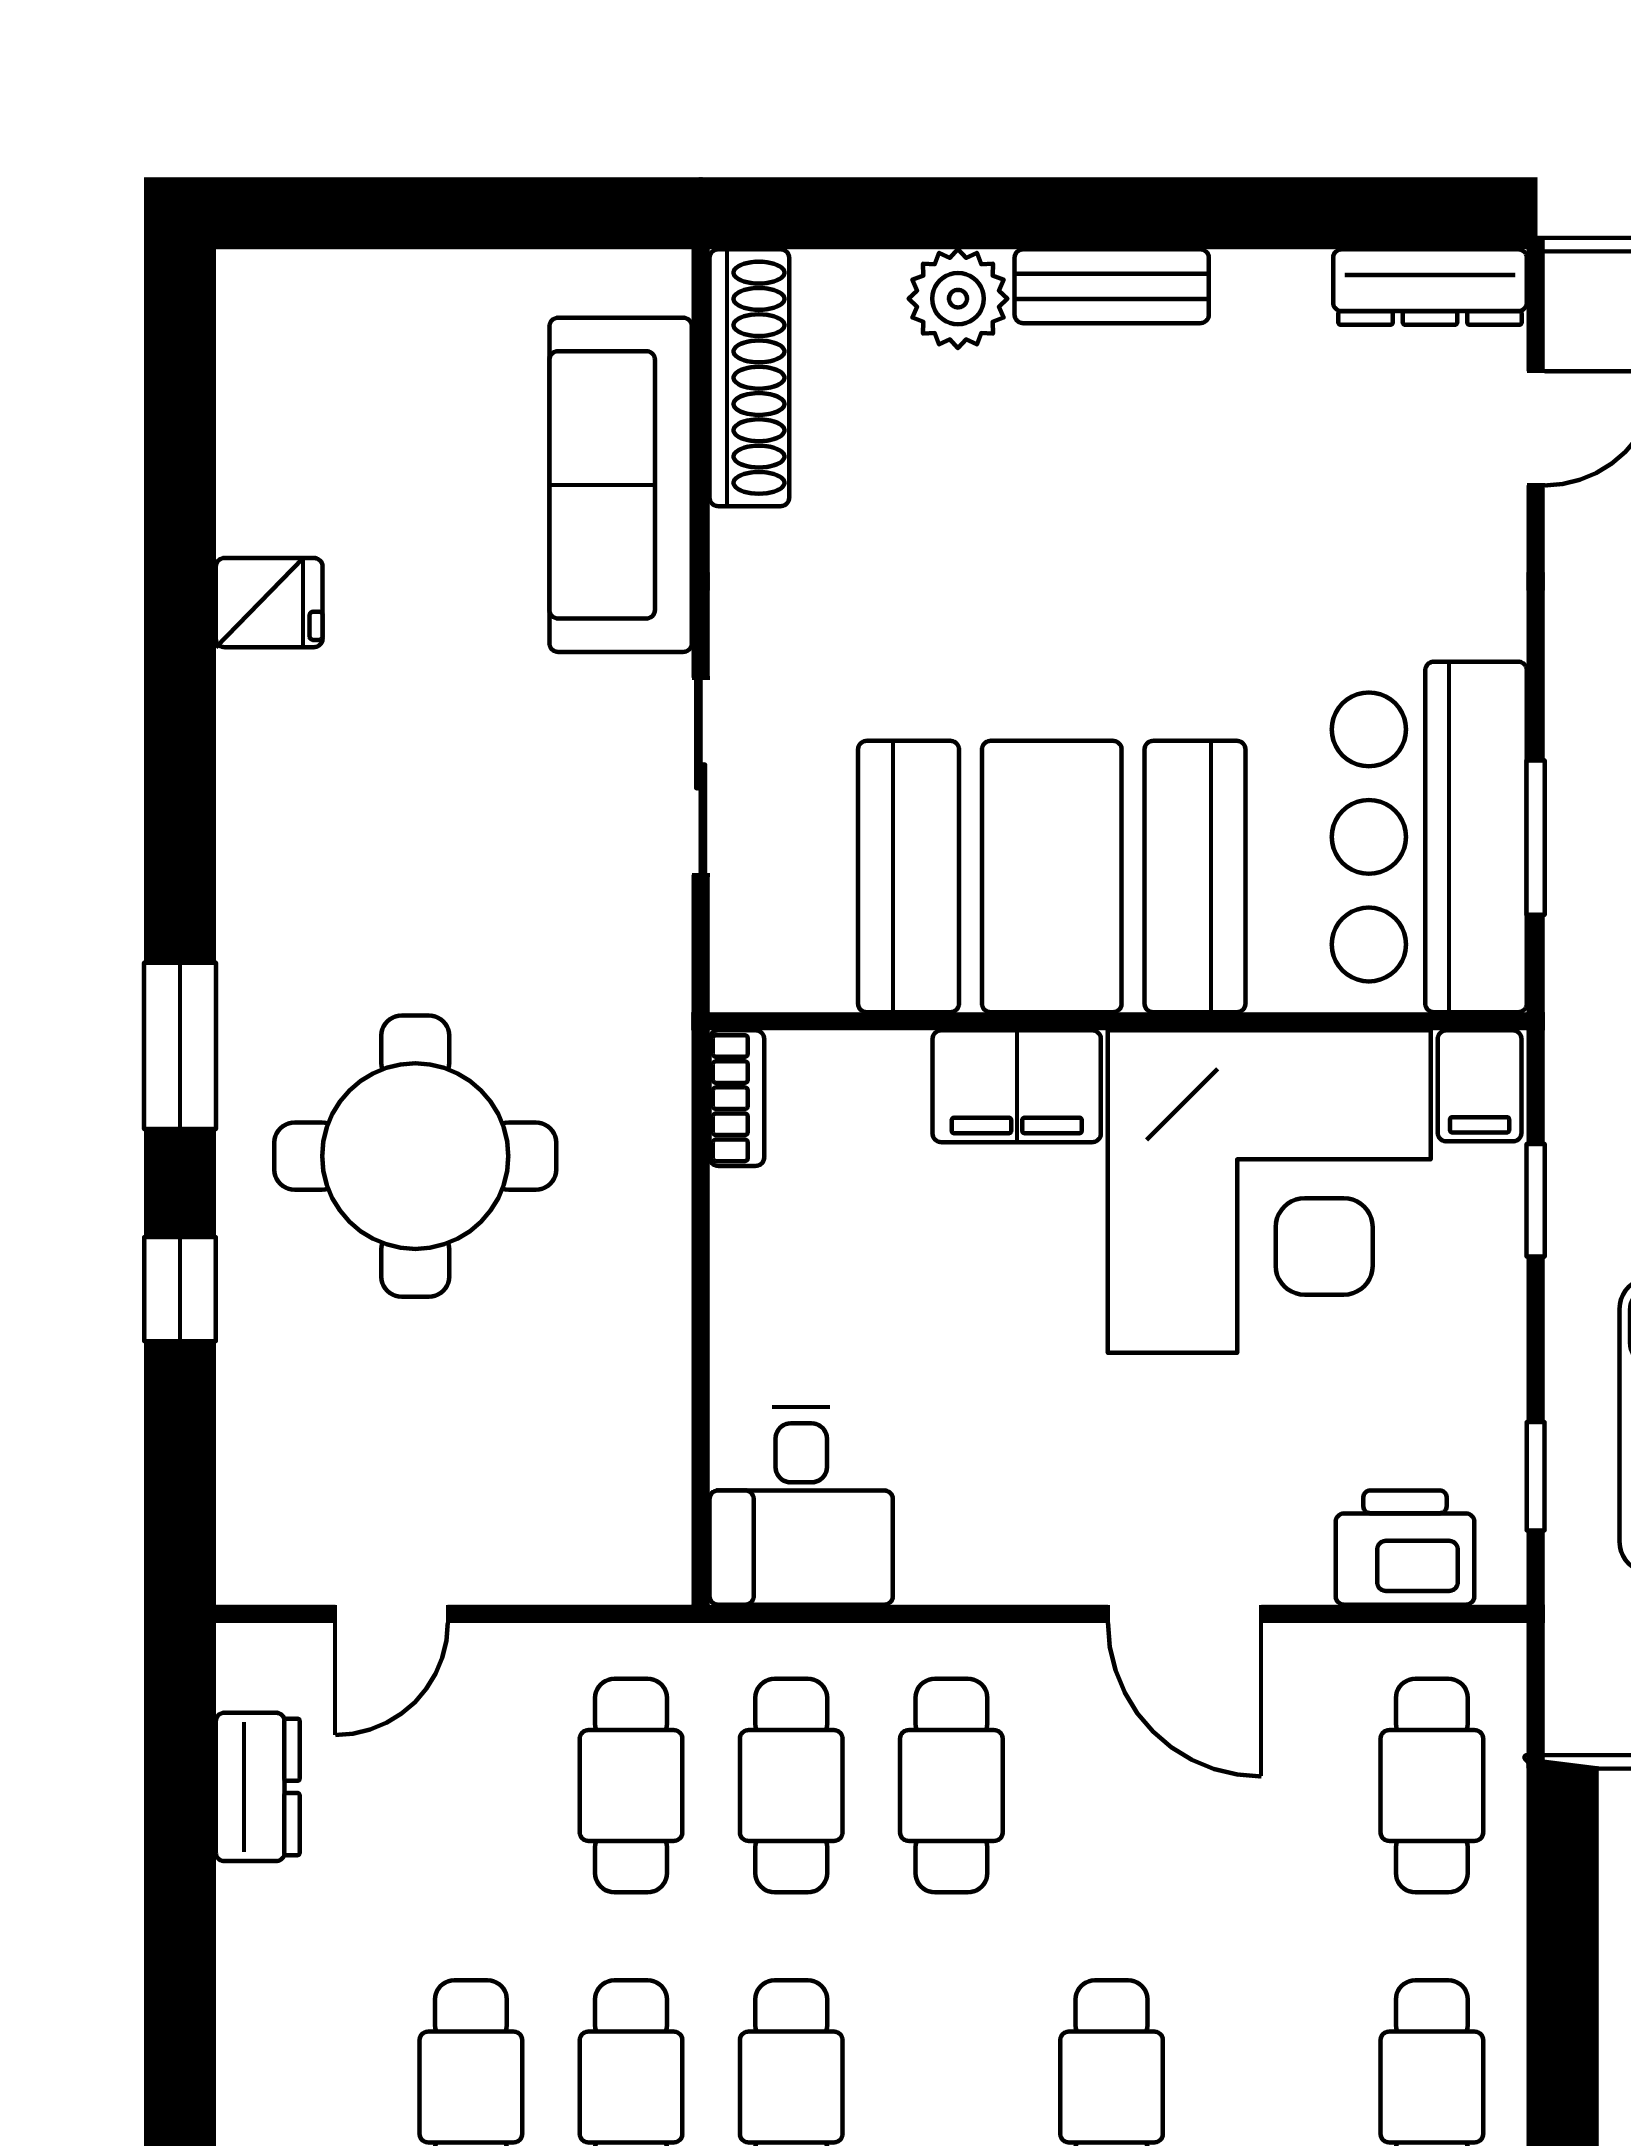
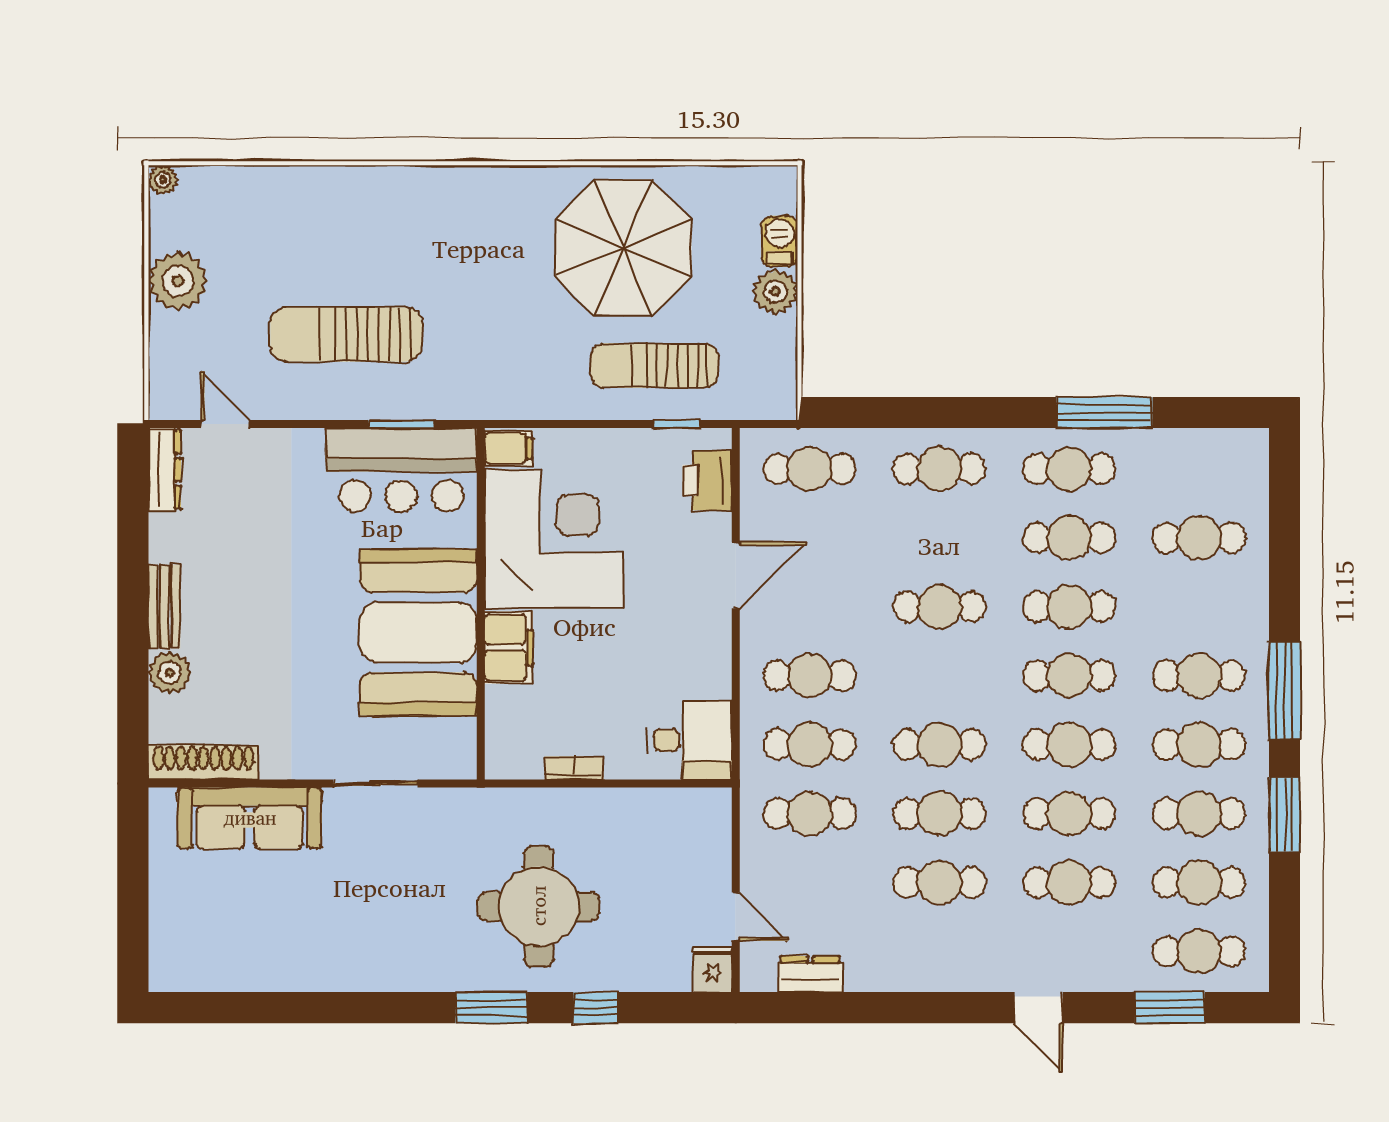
fridge: (269, 603) -> (713, 969), moved
bookcase: (737, 1098) -> (574, 768), moved
window: (1536, 1200) -> (558, 424), removed

